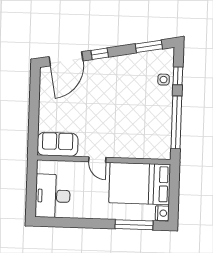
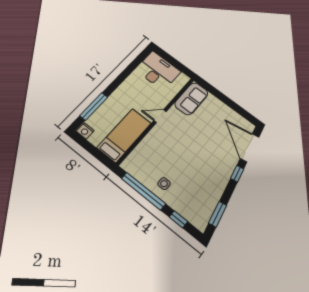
side table: (164, 80) -> (164, 184), moved
bed: (140, 184) -> (124, 135), width x0.67

